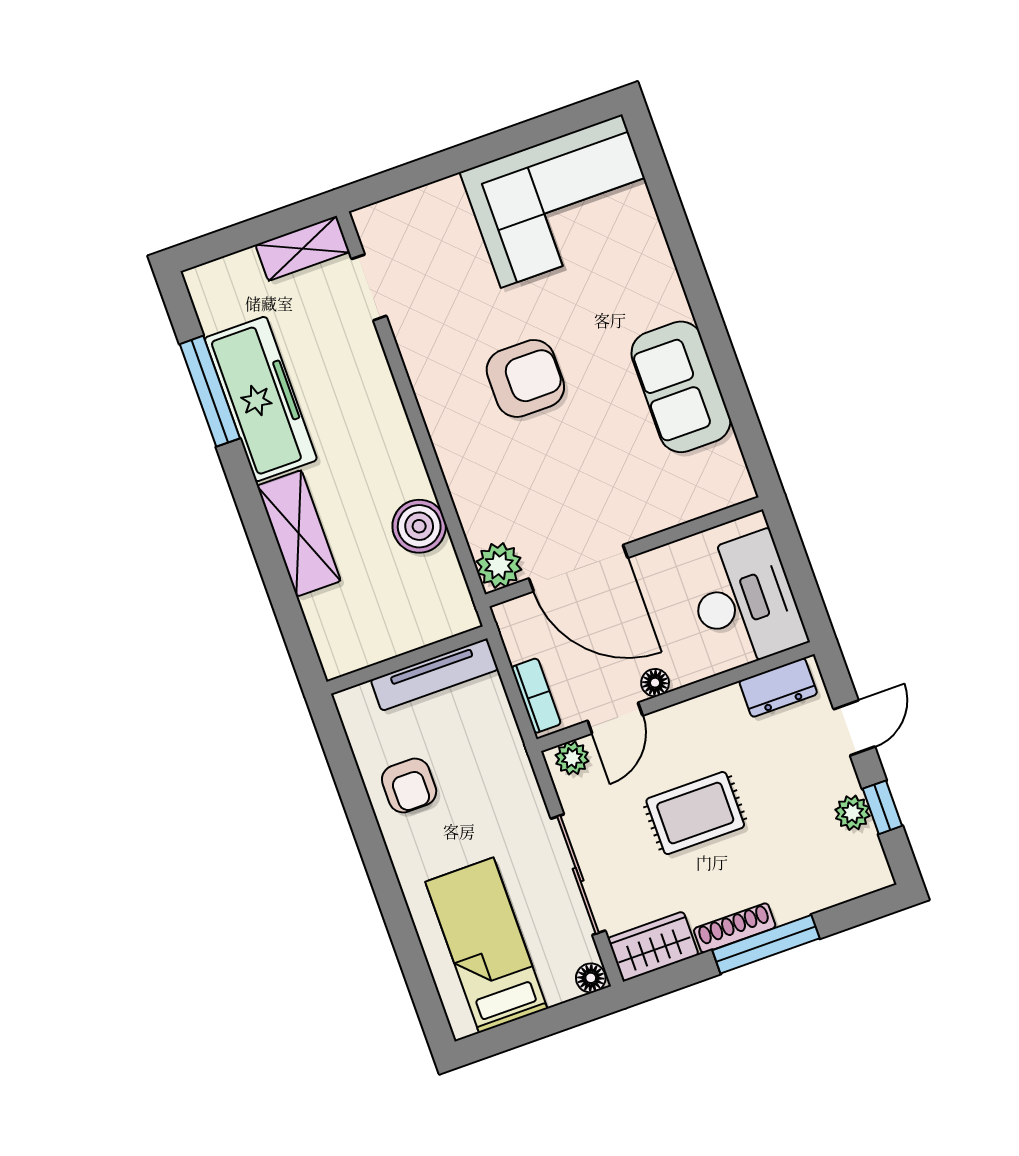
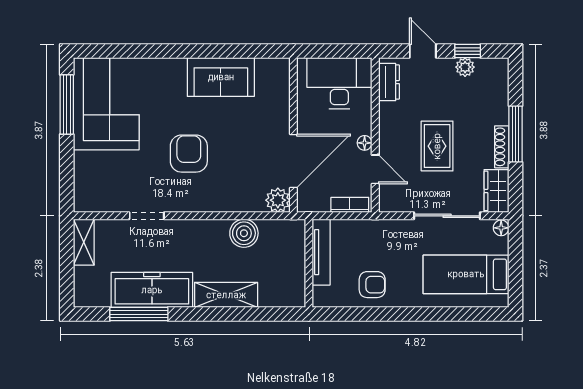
window: (535, 132) -> (67, 105), added
doorway: (369, 287) -> (147, 216), moved
plant: (572, 758) -> (388, 198), removed

